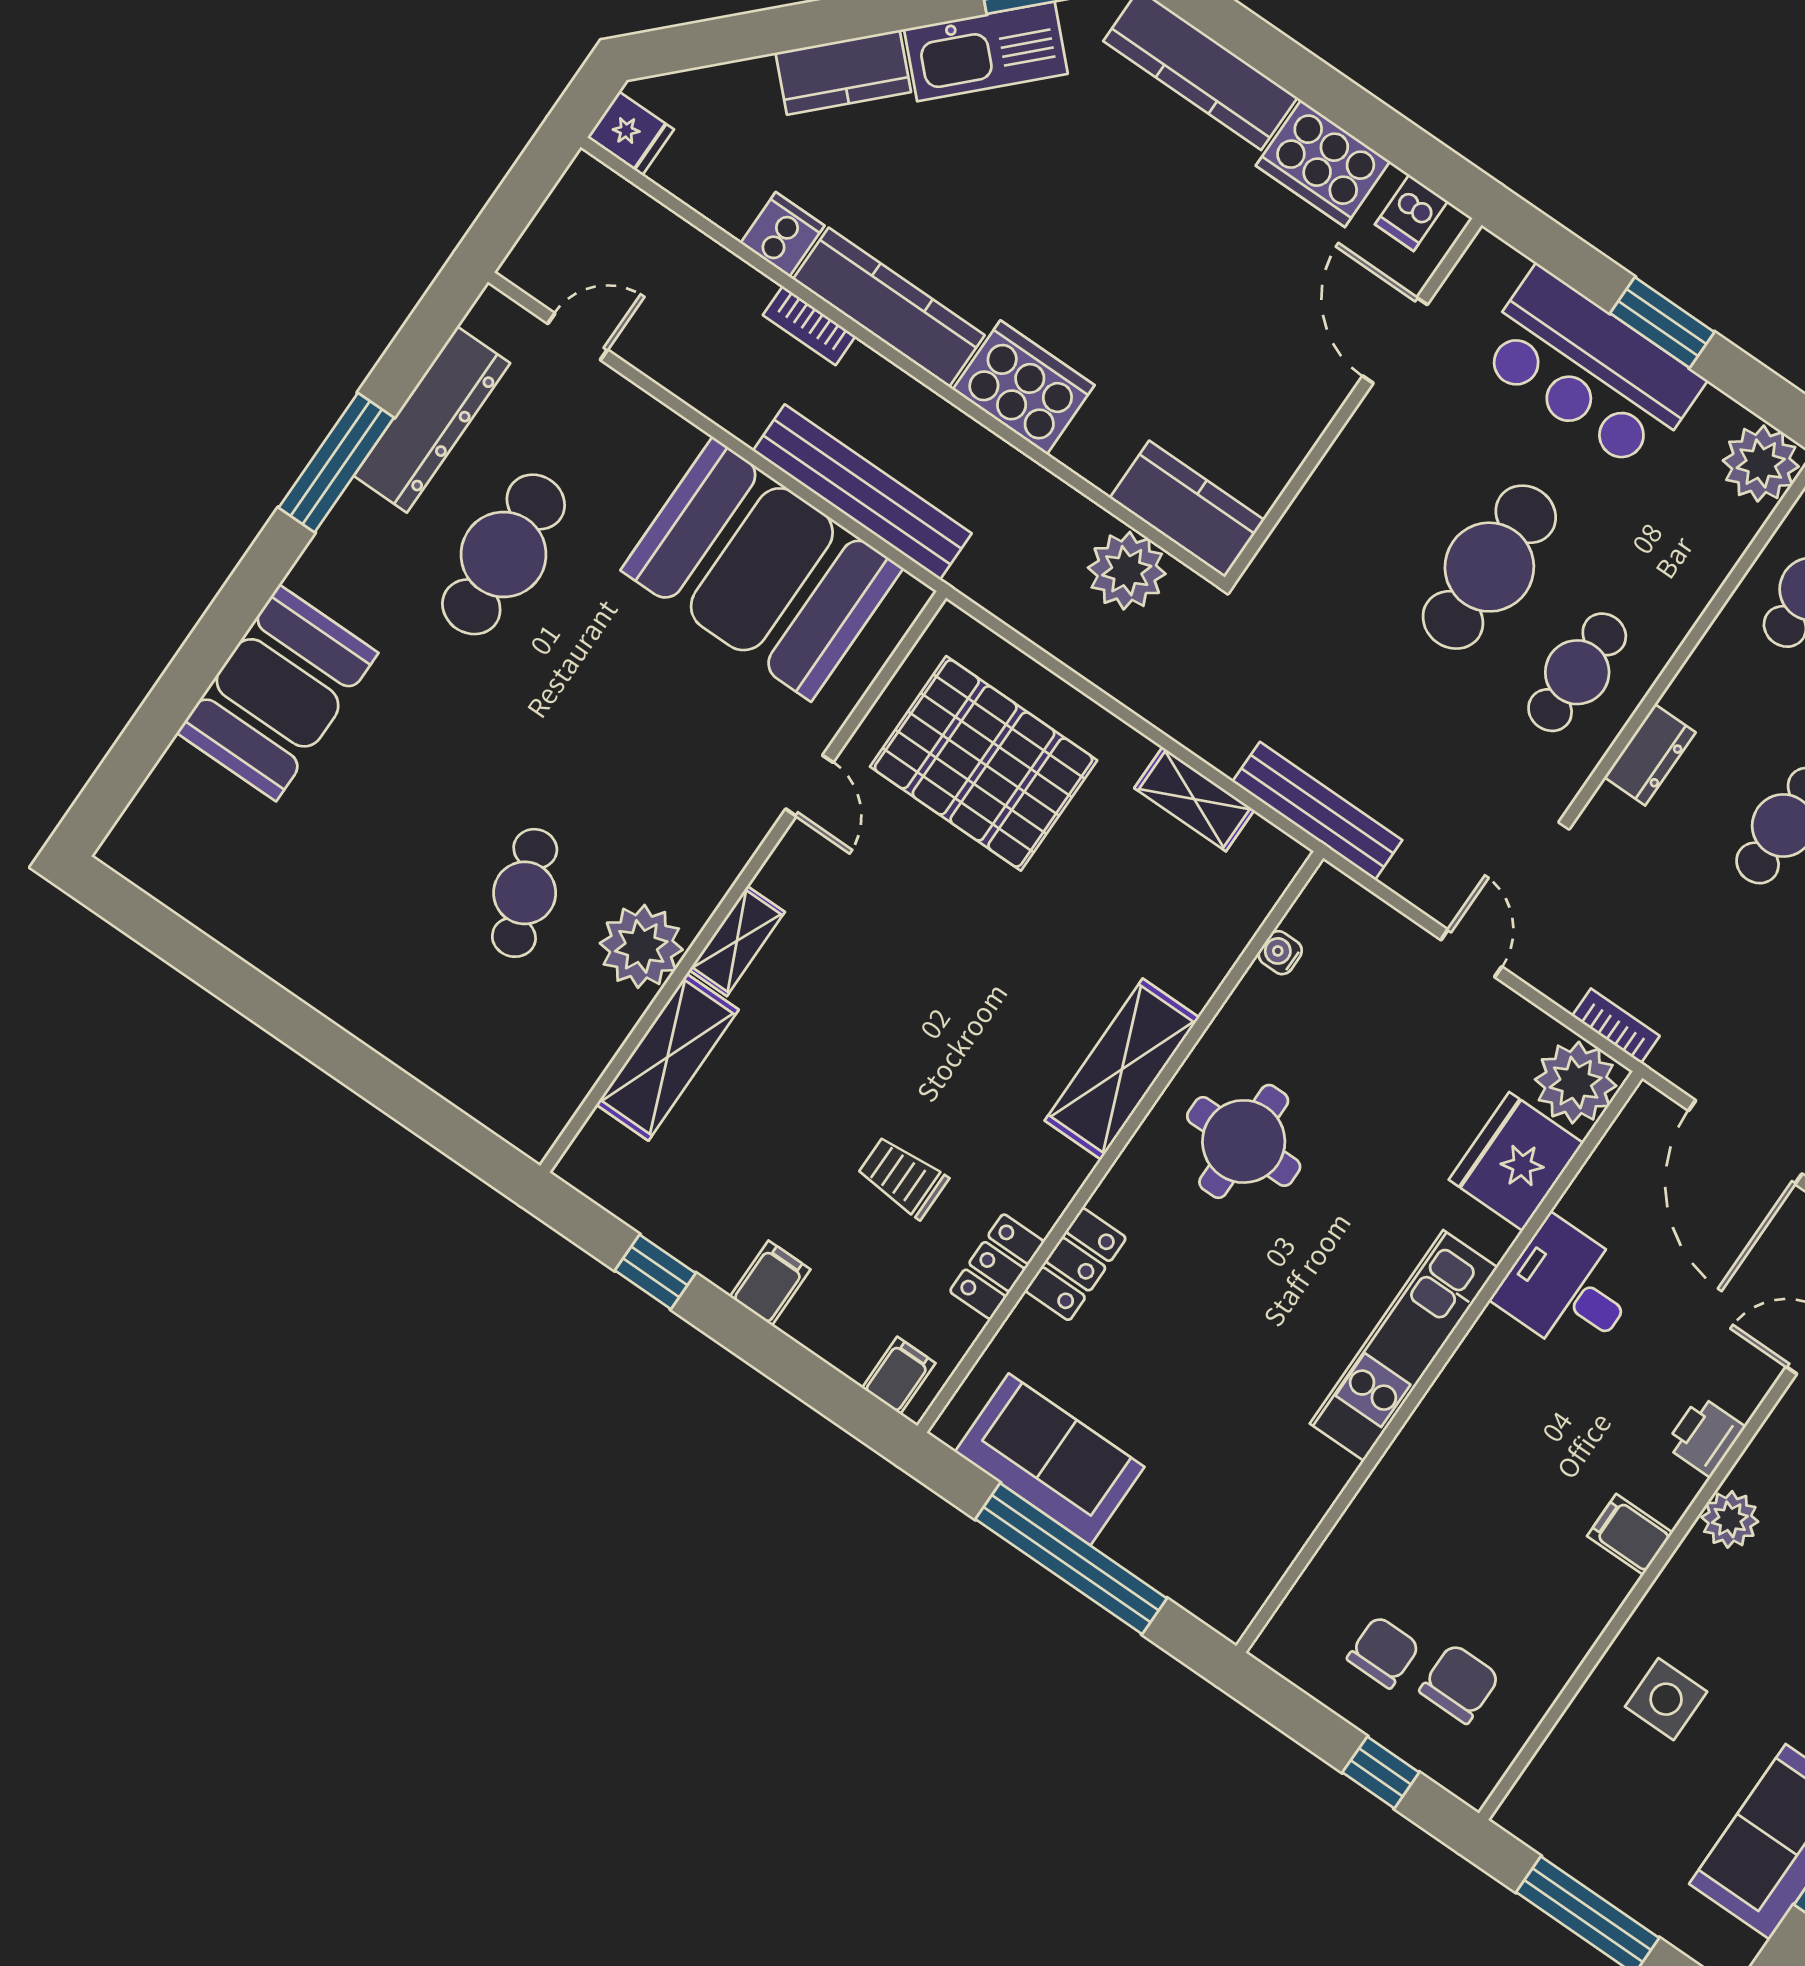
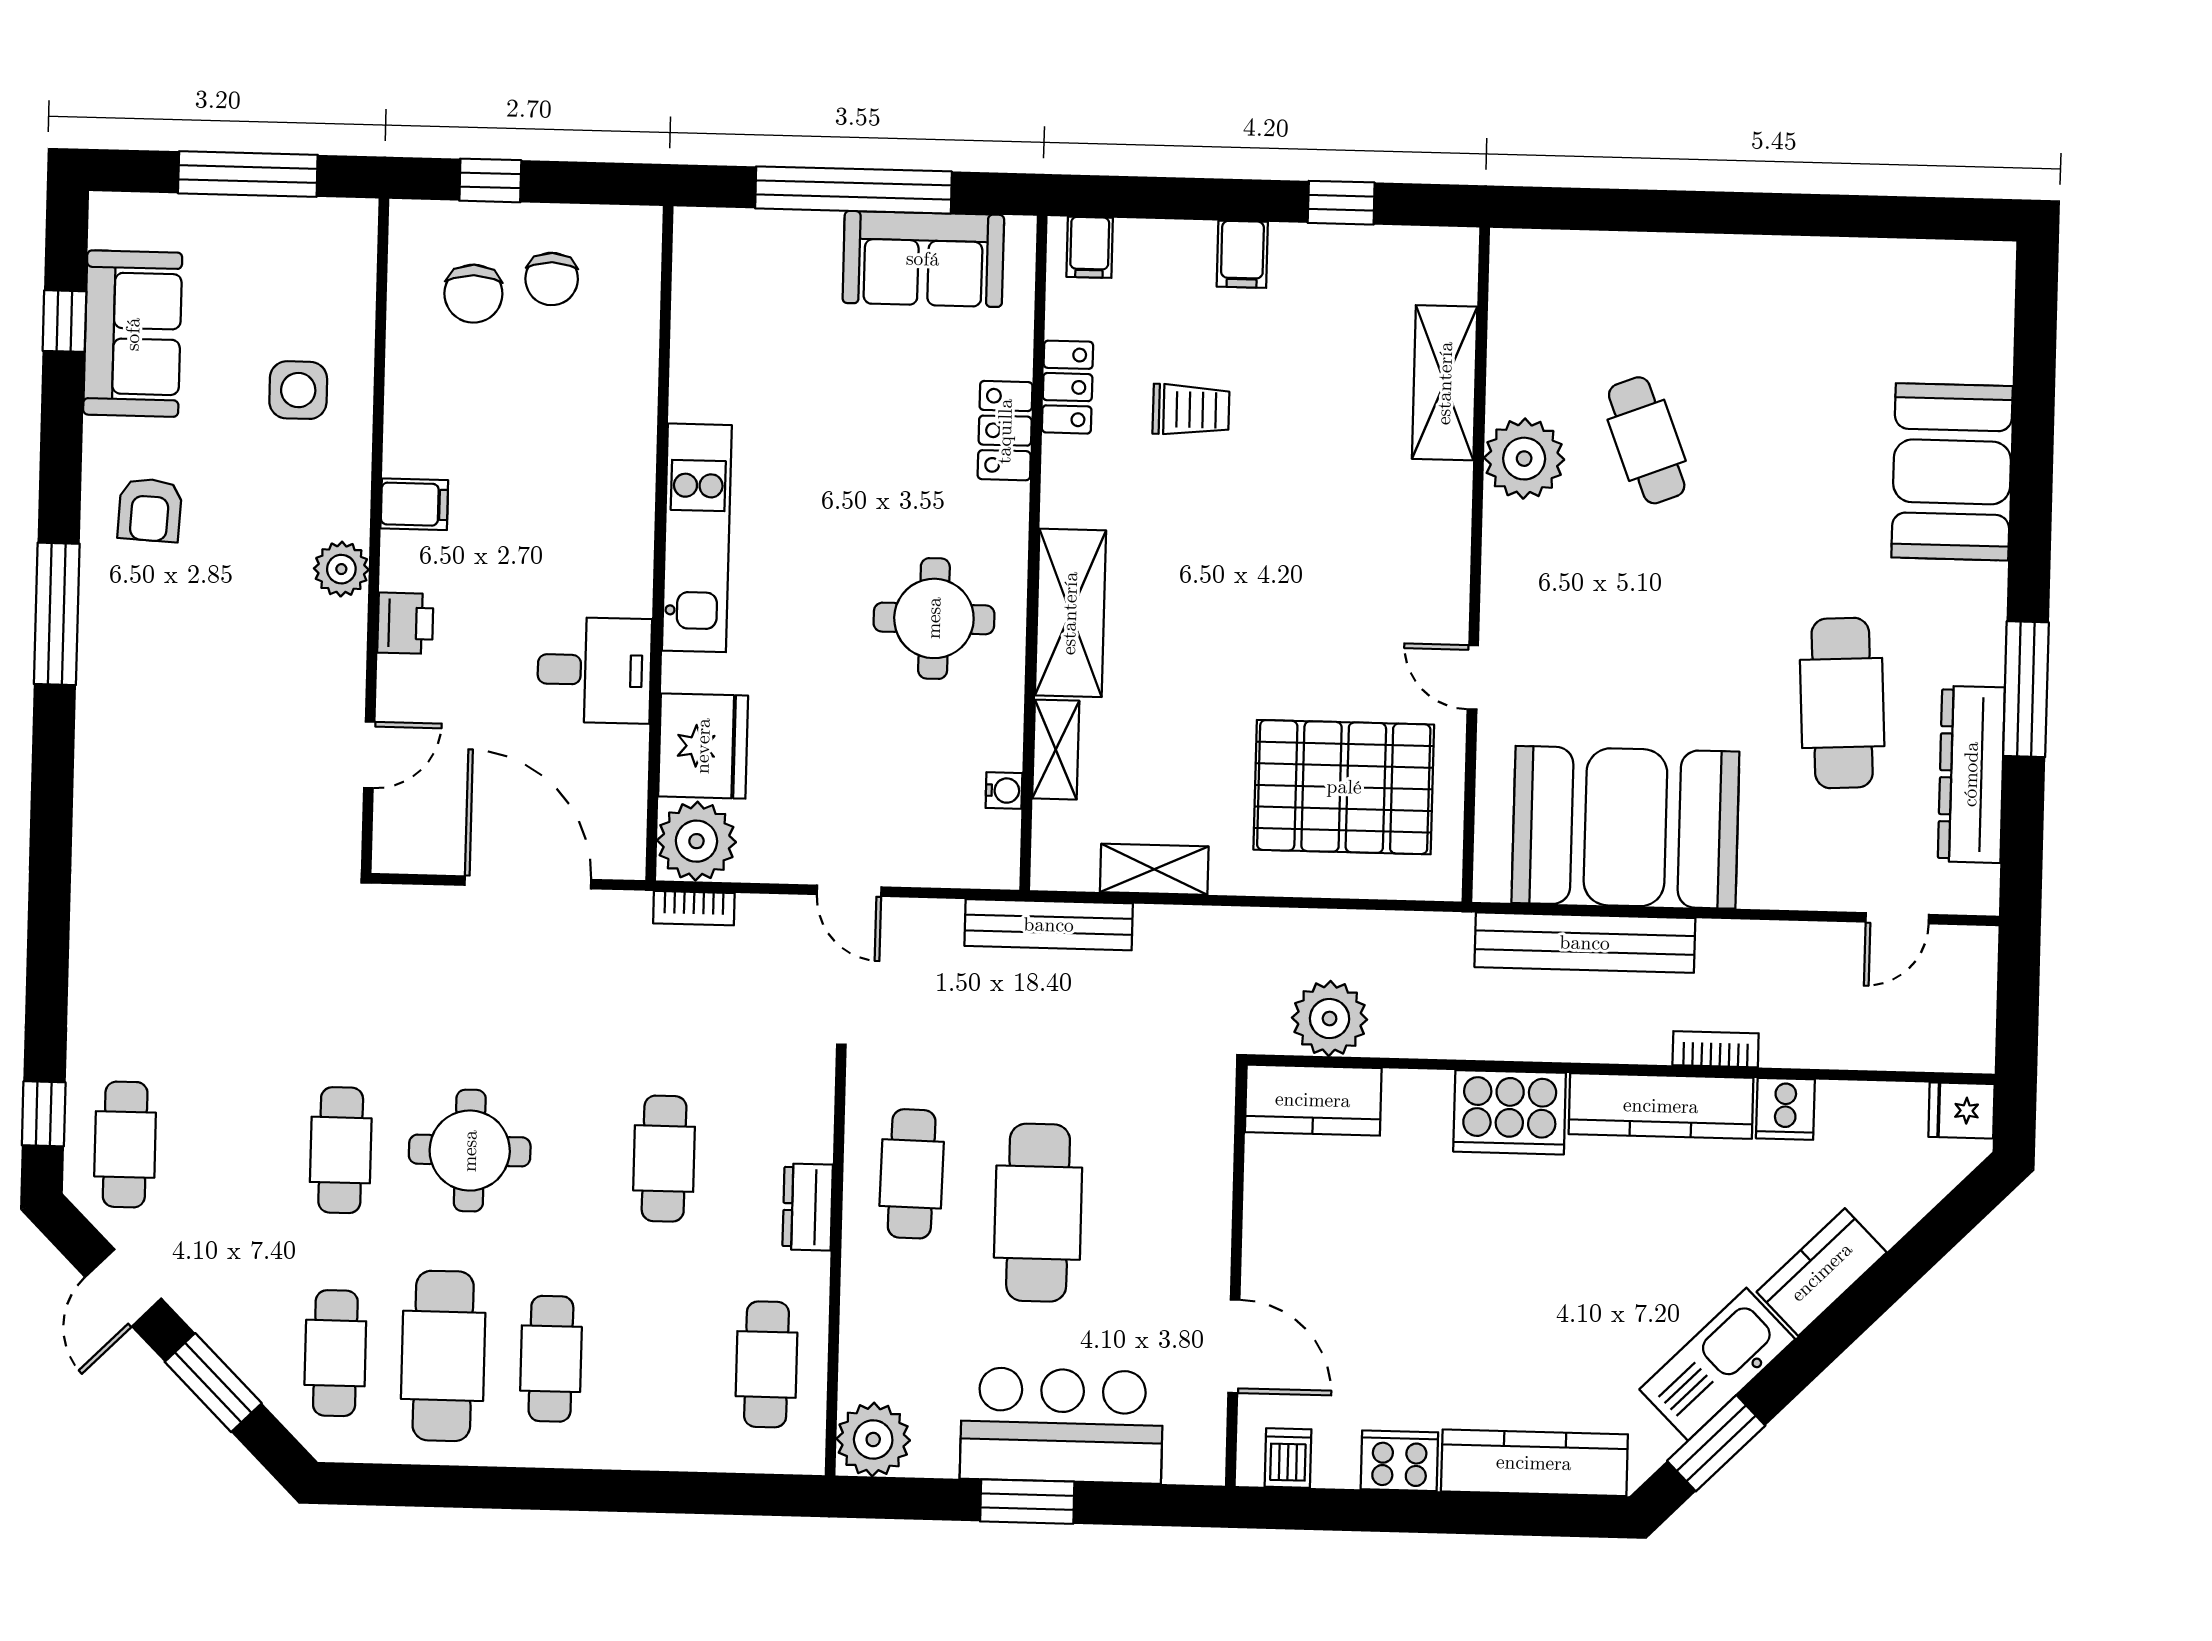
cooker: (1323, 164) -> (1399, 1461), width x0.73, depth x0.76
dresser: (1650, 755) -> (808, 1207), moved
shelving: (737, 941) -> (1056, 750), moved

